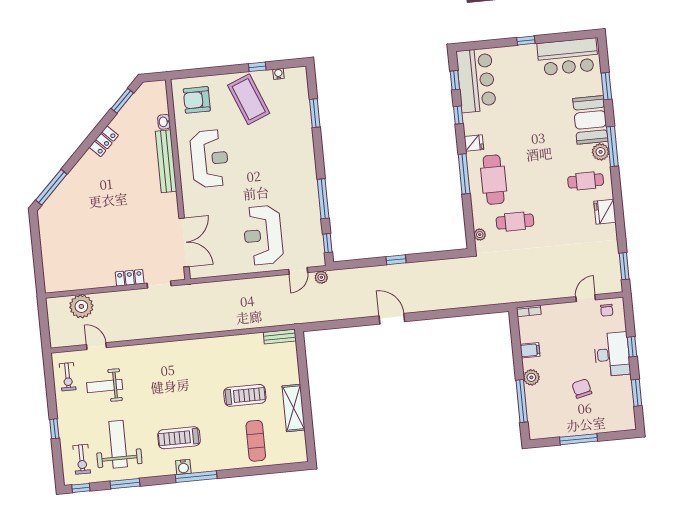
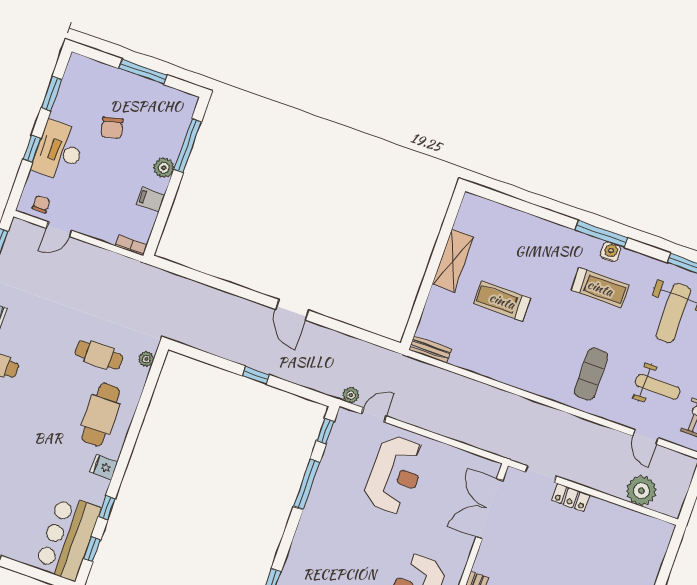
window: (464, 174) -> (132, 437), removed
exercise mat: (256, 441) -> (591, 374), moved

